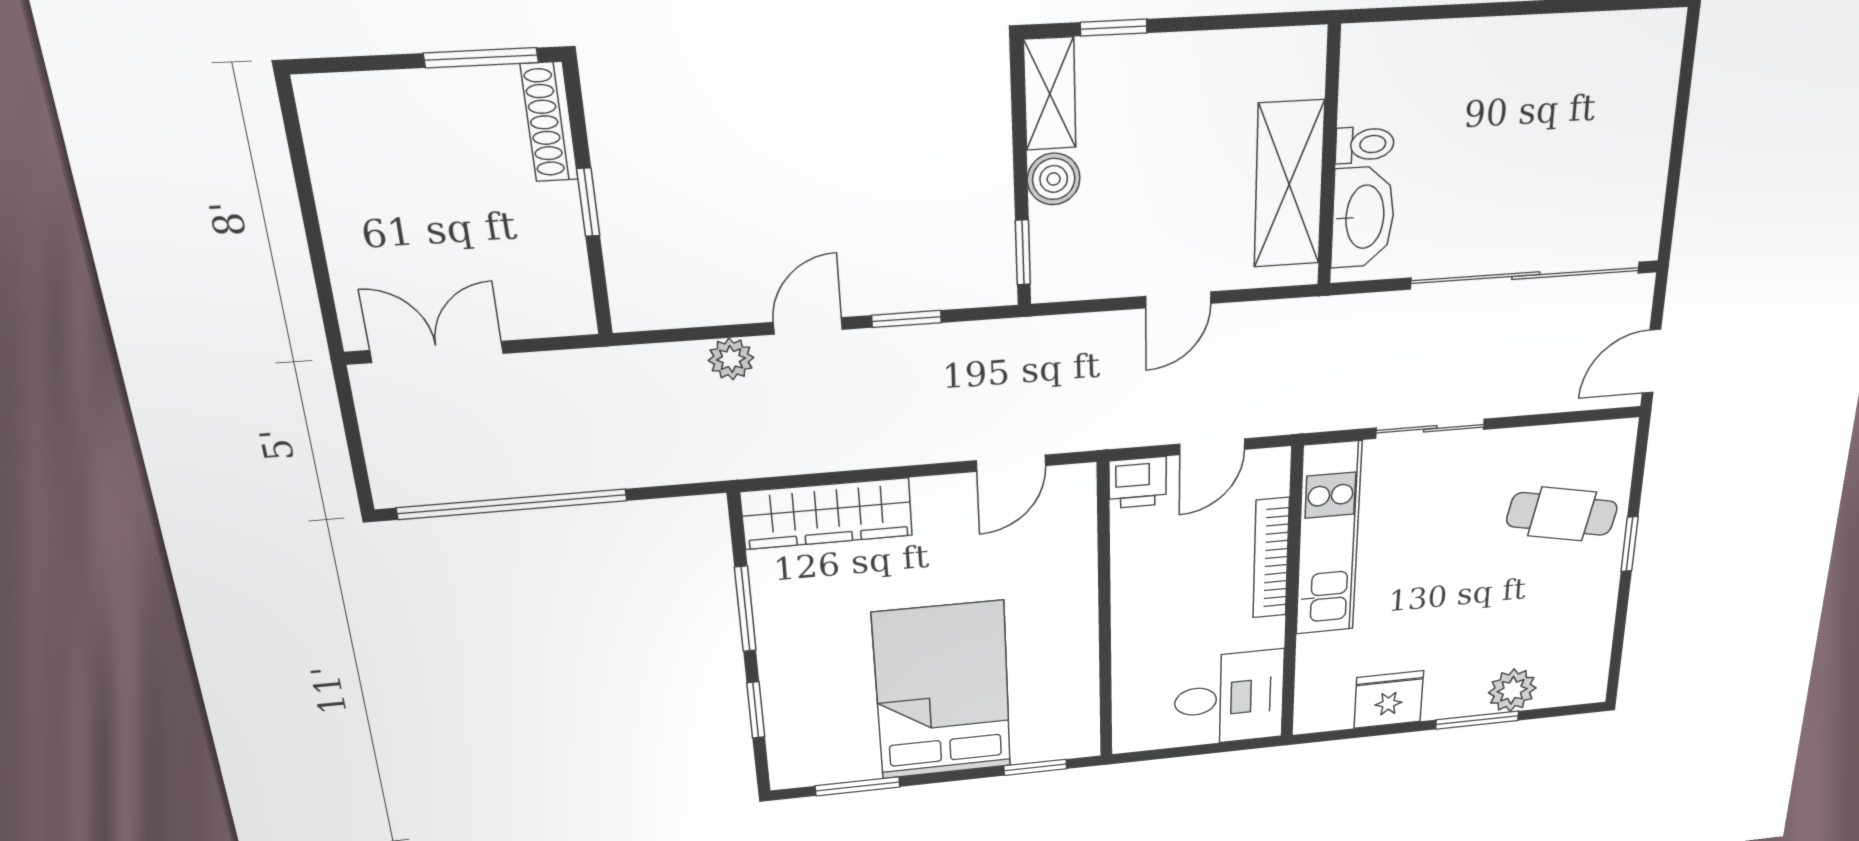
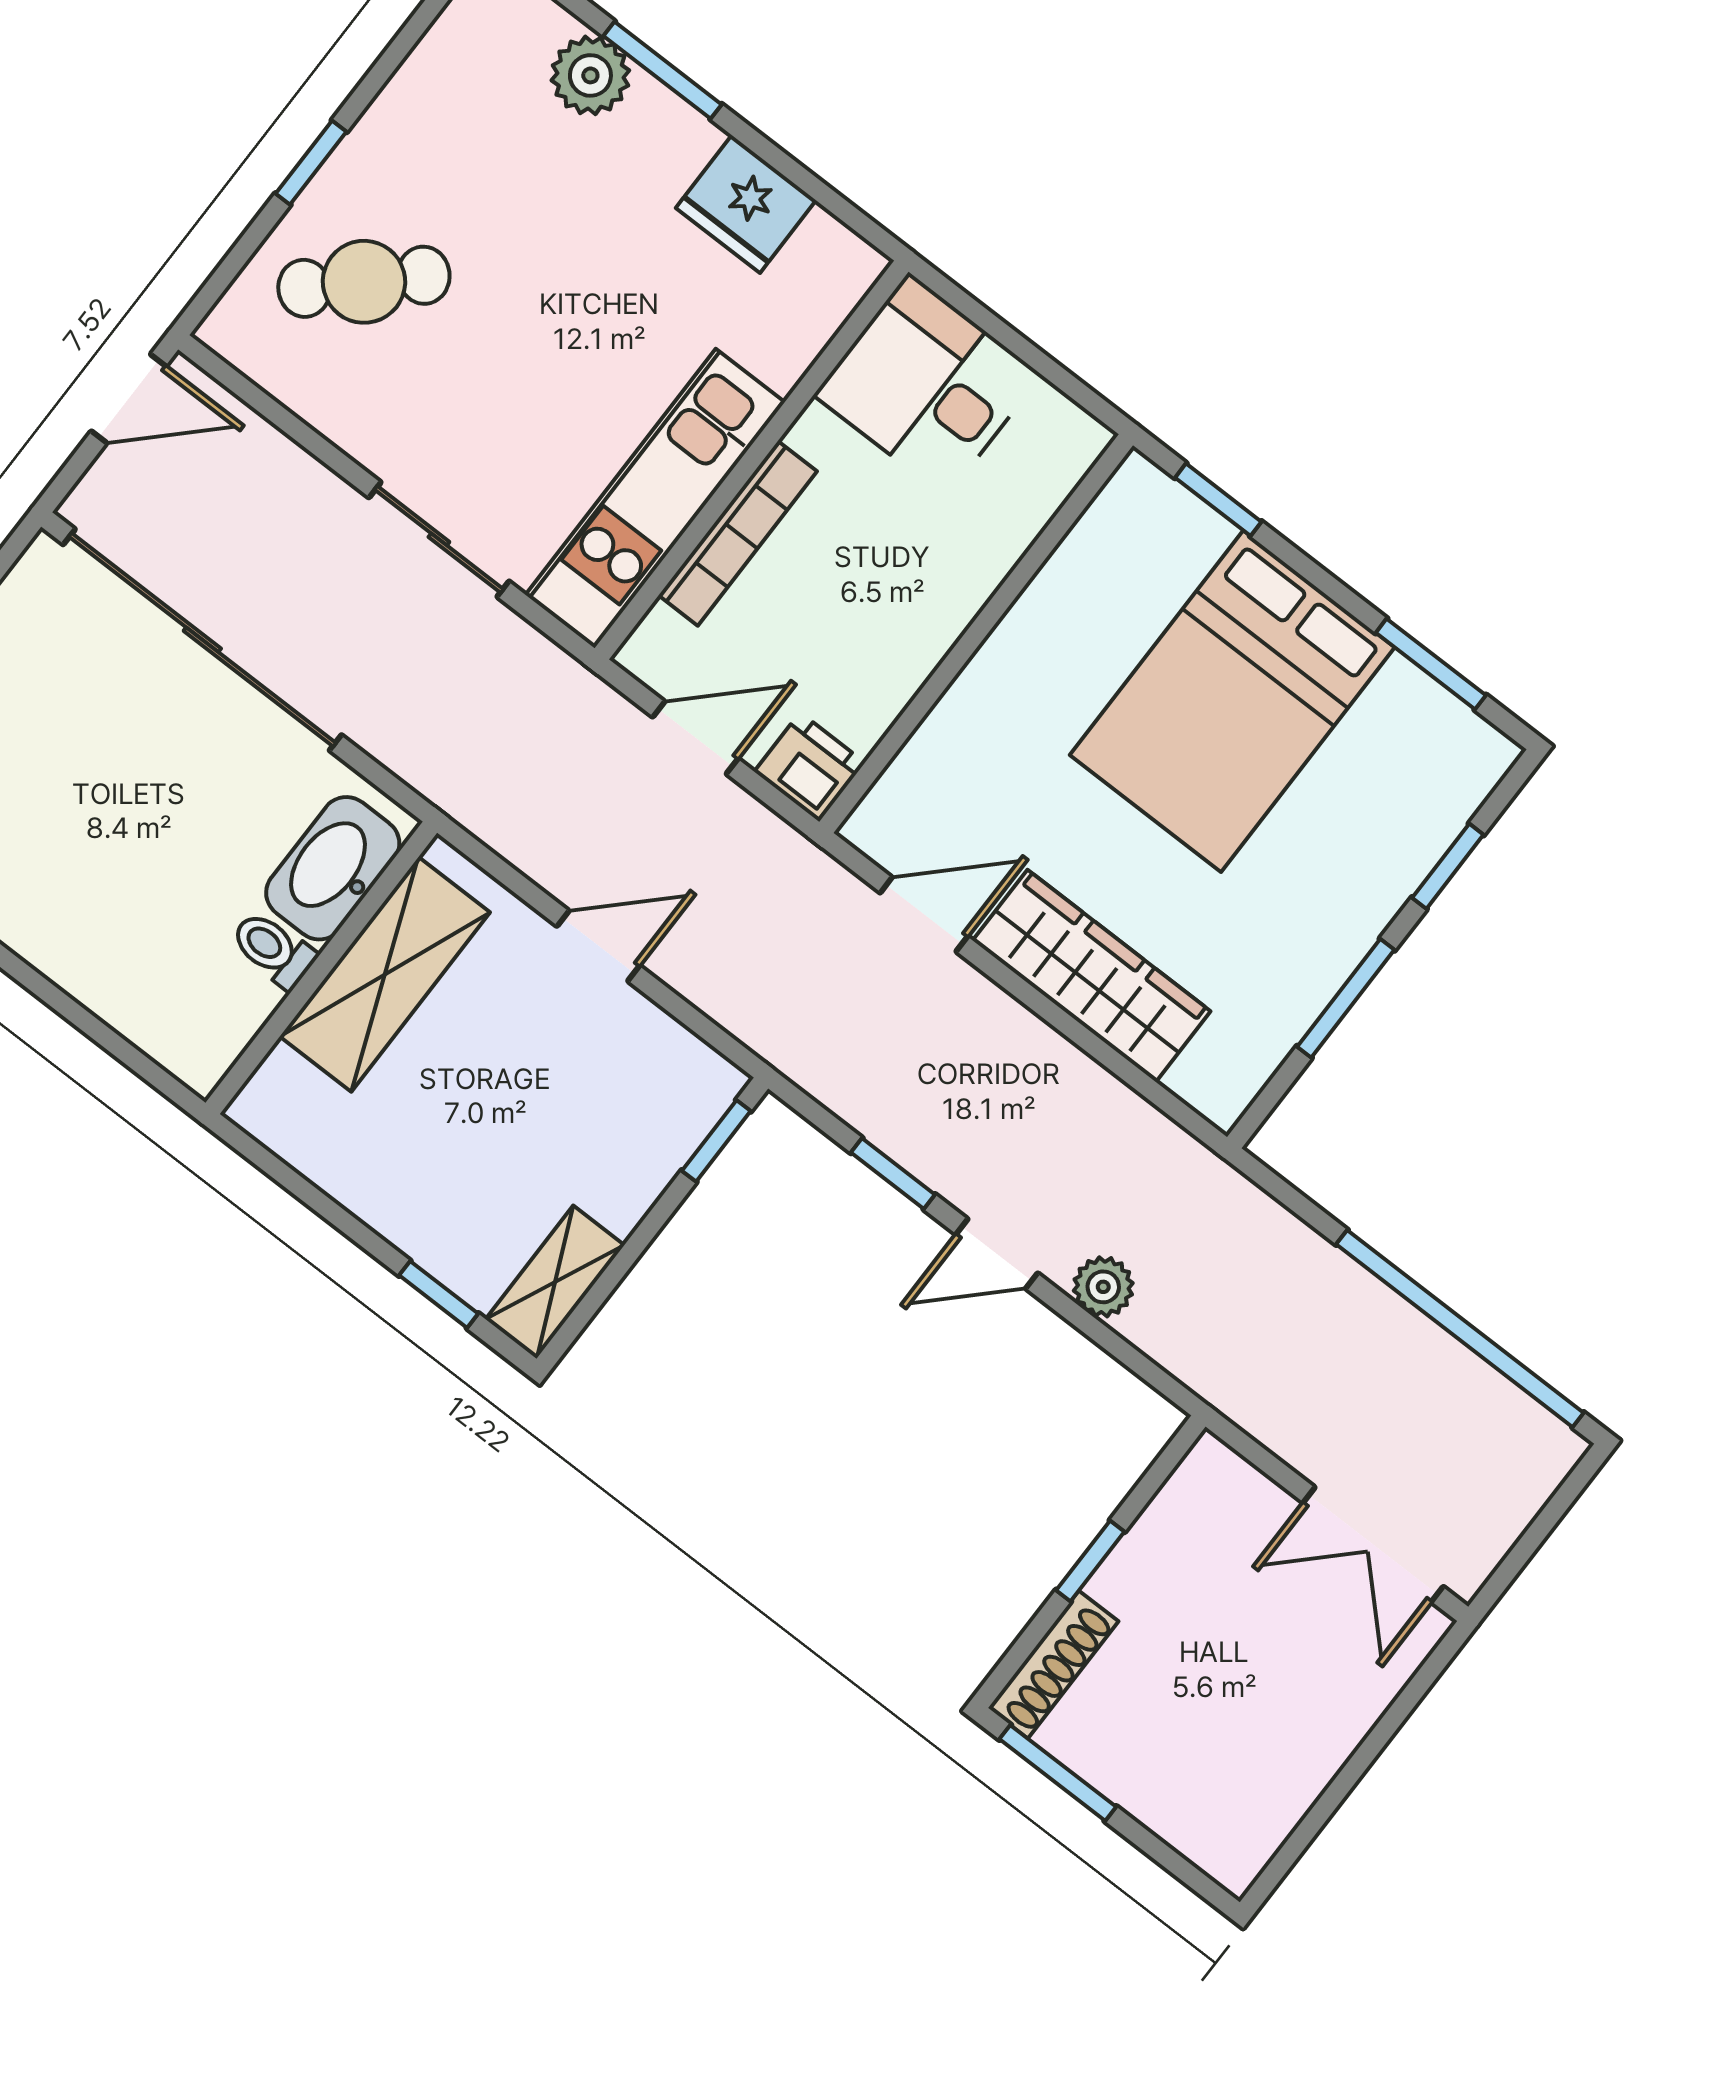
boiler: (1054, 179) -> (622, 1191), removed
wardrobe: (827, 514) -> (1092, 976), moved
cafe table: (1562, 514) -> (364, 282), turned -55

